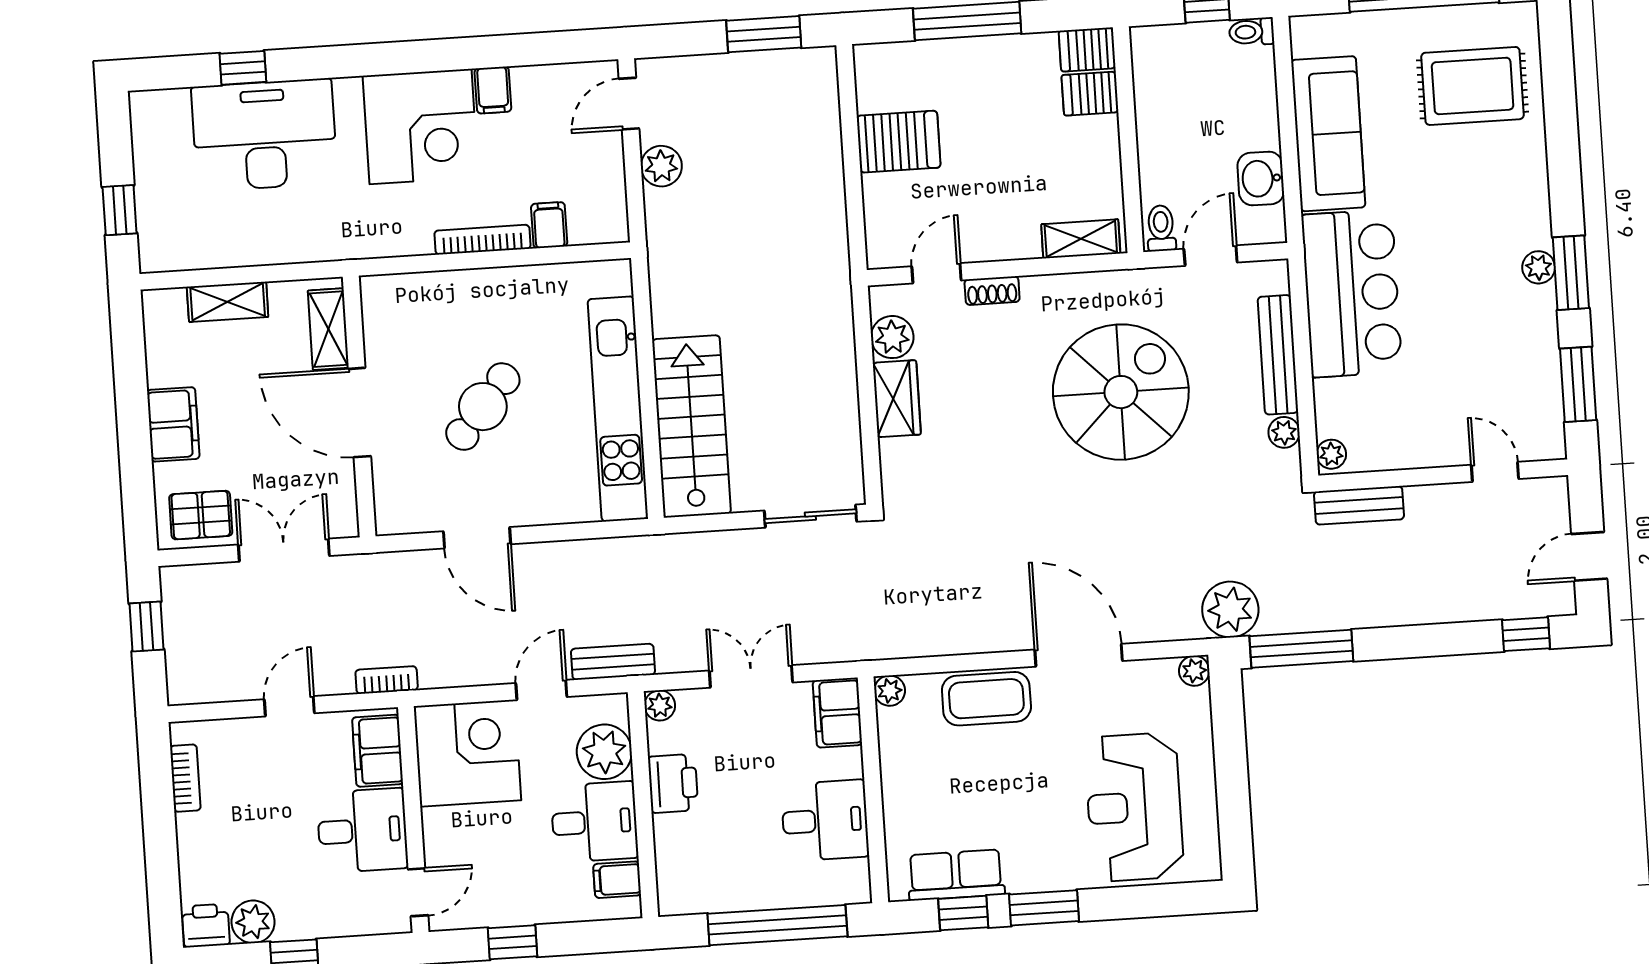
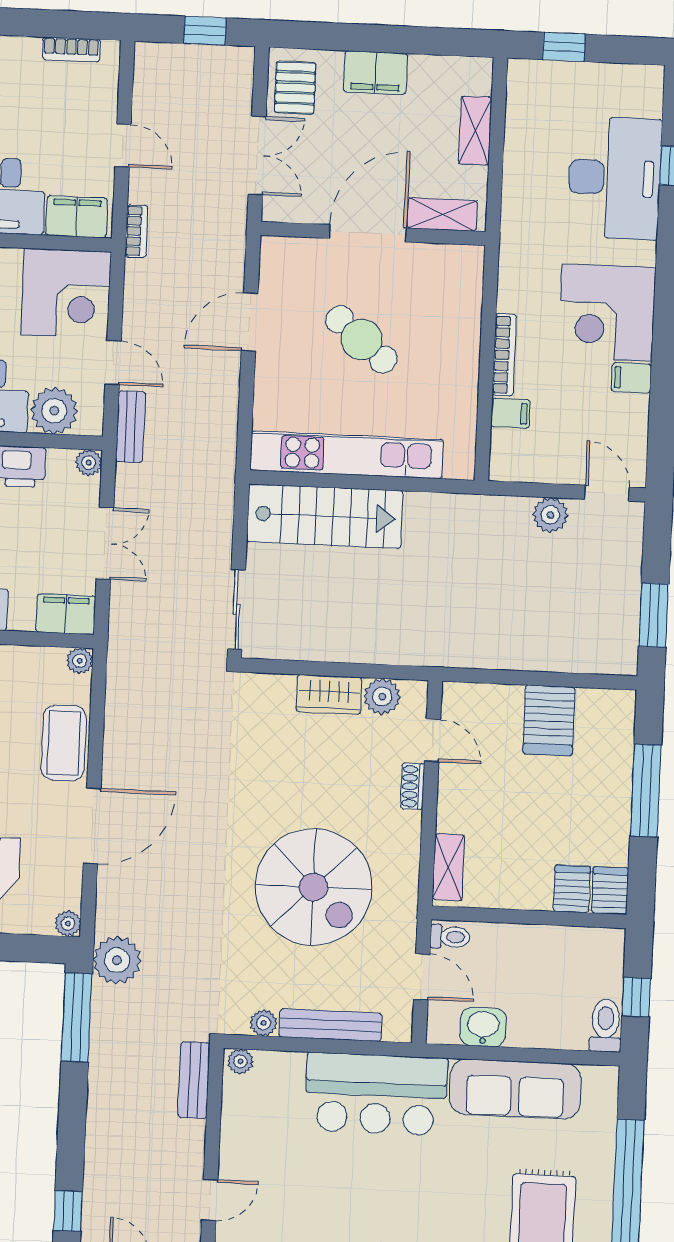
toilet: (1252, 32) -> (606, 1026), width x1.37, depth x1.39

